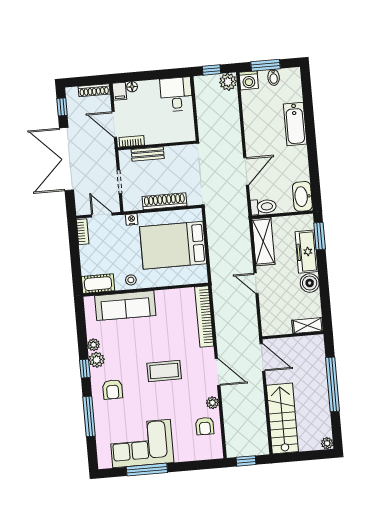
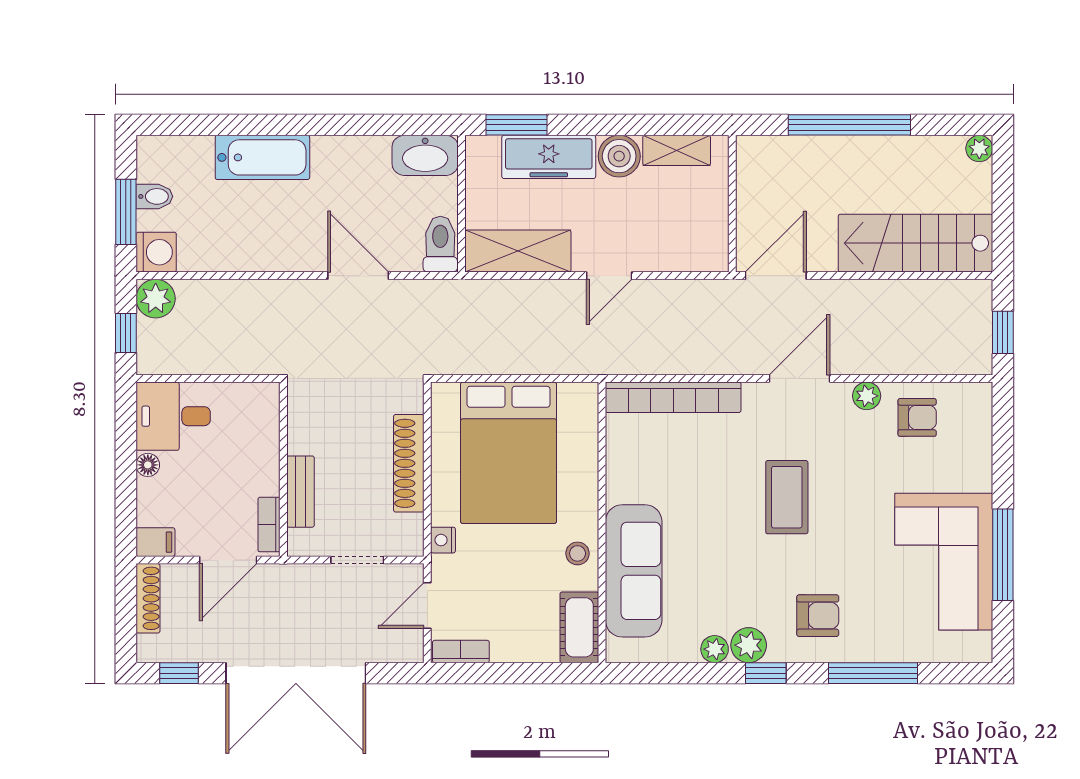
floor lamp: (132, 87) -> (148, 465), moved
shelving: (308, 326) -> (677, 150), moved, turned 90

